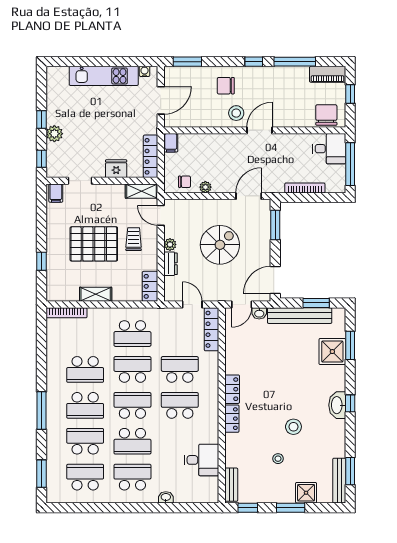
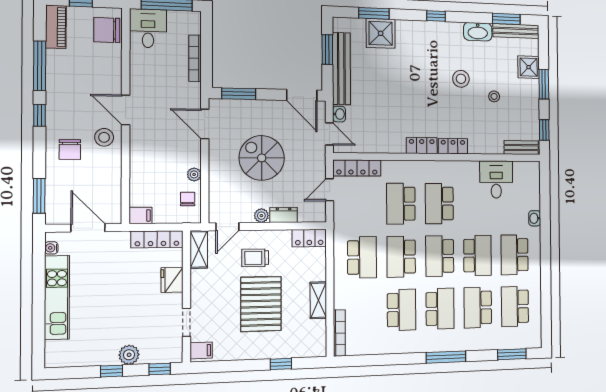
washbasin: (337, 405) -> (478, 32), moved

